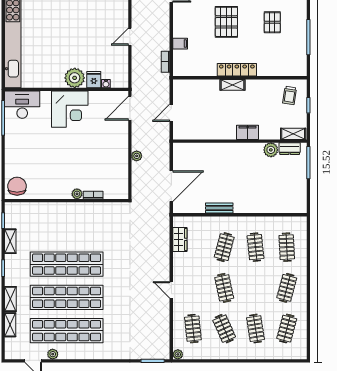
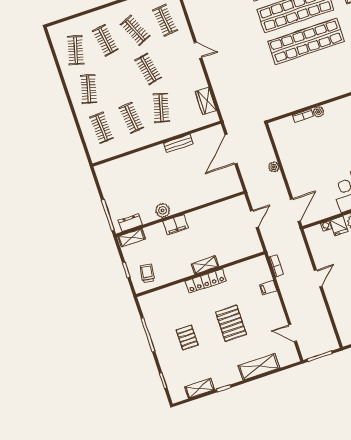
plant: (271, 150) -> (163, 210), moved

